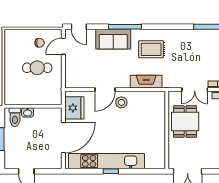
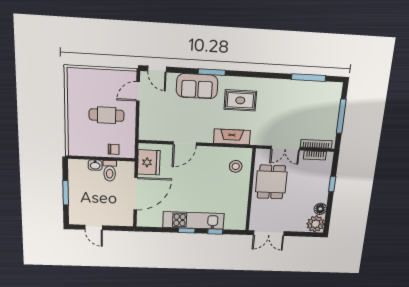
window: (125, 27) -> (212, 72), width x0.69
chair: (40, 43) -> (114, 149), moved
stool: (121, 102) -> (236, 166), moved
toilet: (15, 117) -> (110, 171), moved
kitchen unit: (106, 161) -> (193, 220), width x0.73
window: (137, 171) -> (215, 231), added

